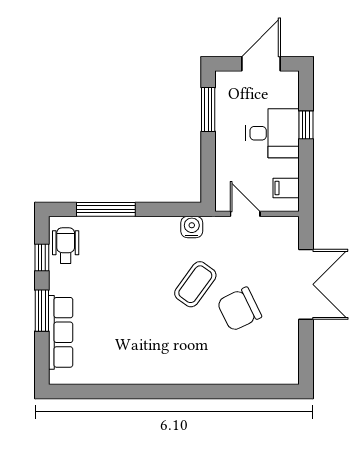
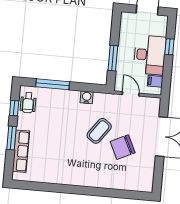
window: (208, 110) -> (113, 58), moved
desk: (272, 133) -> (150, 55), width x1.37
water cooler: (192, 227) -> (87, 97), moved
wheelchair: (66, 246) -> (28, 103), turned 180

